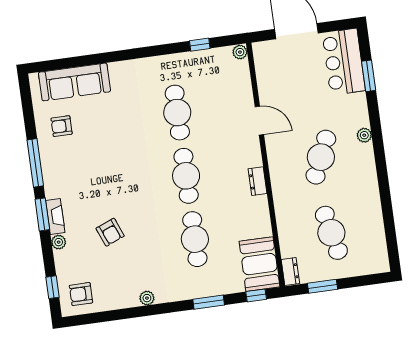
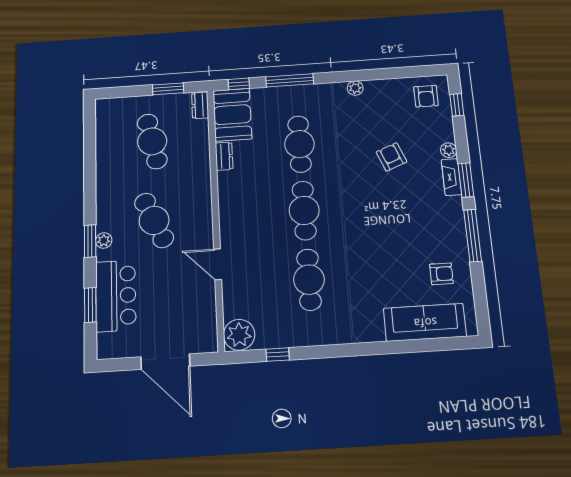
plant: (240, 52) -> (239, 335), width x1.88, depth x1.88
bar counter: (344, 62) -> (116, 296), moved
window: (377, 134) -> (90, 241), added
cafe table: (321, 157) -> (154, 220), turned -48
dresser: (257, 181) -> (224, 156), moved
armchair: (81, 294) -> (426, 96), turned 90
window: (209, 302) -> (290, 80), width x1.44

